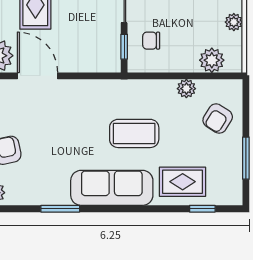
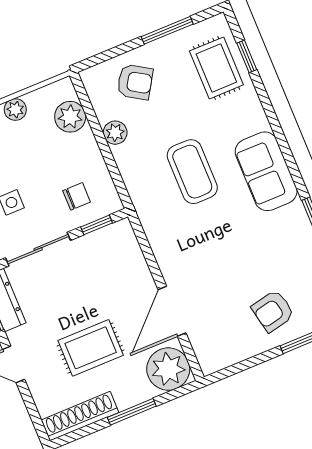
chair: (151, 41) -> (77, 196), turned -90
rug: (183, 182) -> (216, 68), moved
sofa: (112, 188) -> (266, 171), width x0.73

